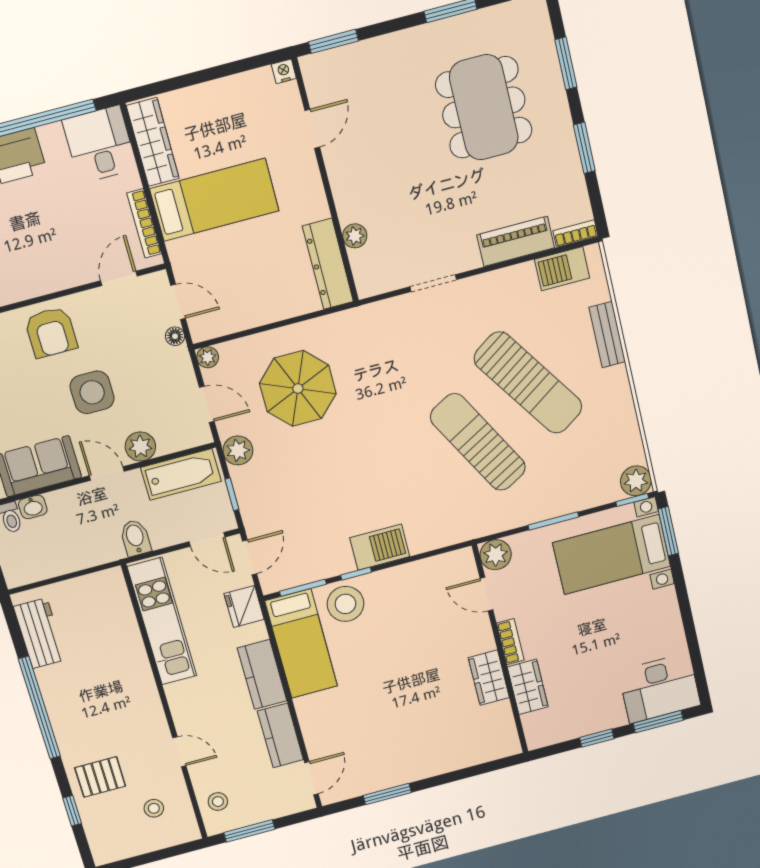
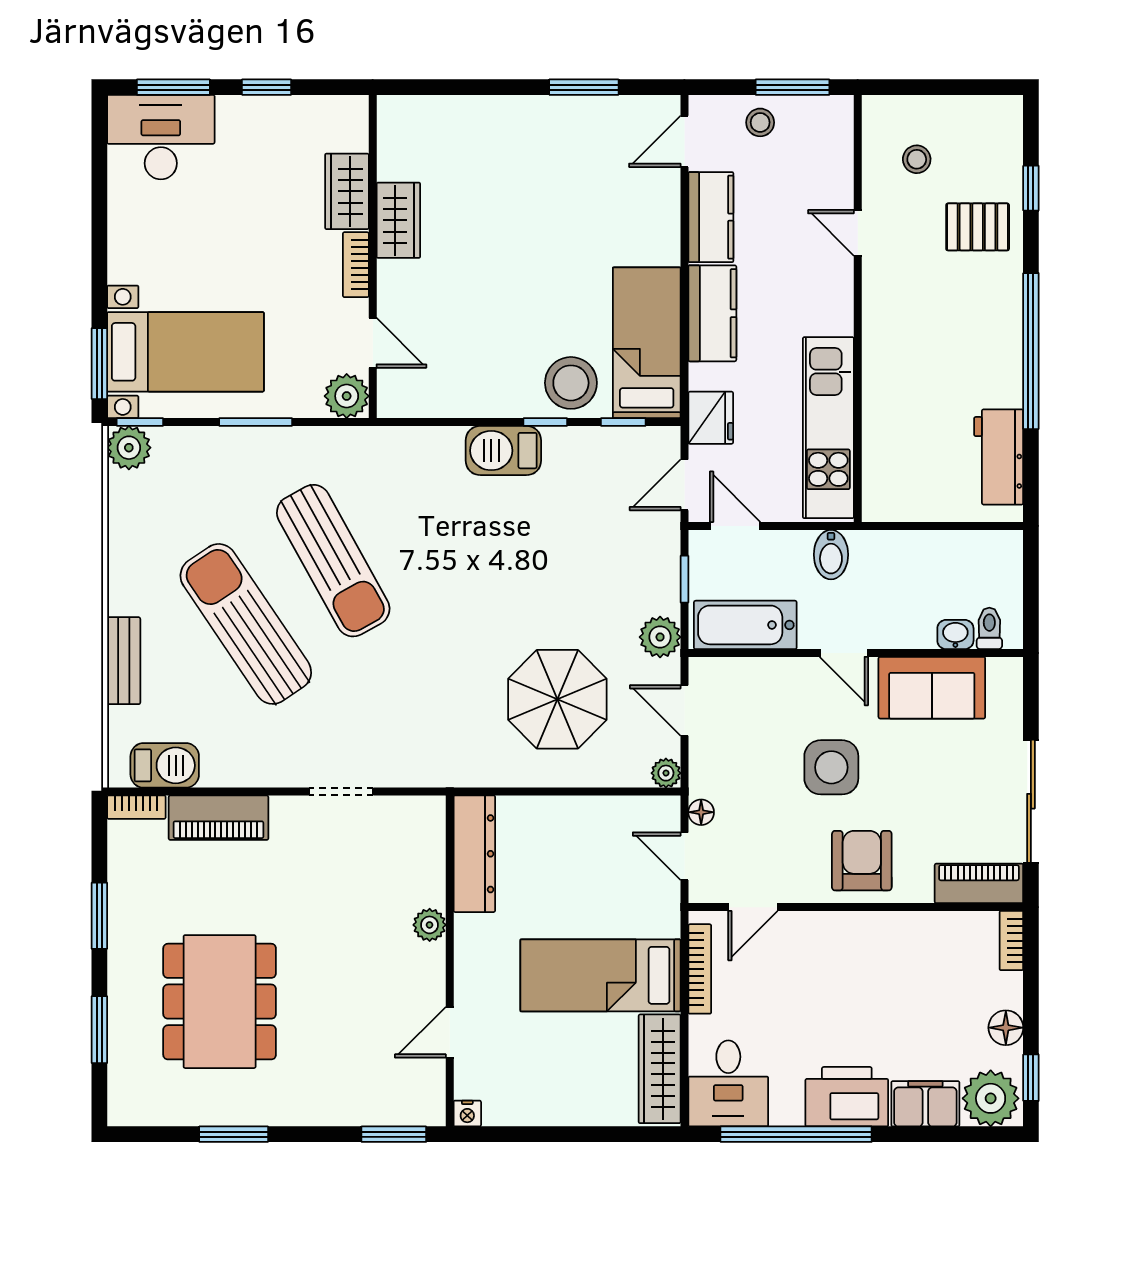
plant: (355, 236) -> (430, 925), moved
plant: (140, 447) -> (789, 678), removed
window: (303, 588) -> (623, 422), width x0.67
stool: (218, 802) -> (760, 122), moved

